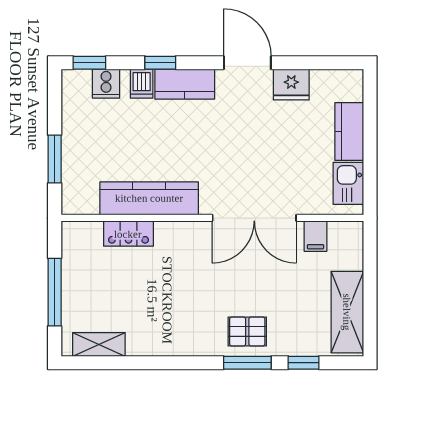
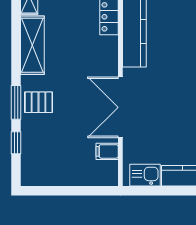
shelving: (347, 312) -> (32, 45), moved, turned 90
pallet: (247, 331) -> (39, 102), turned 90

